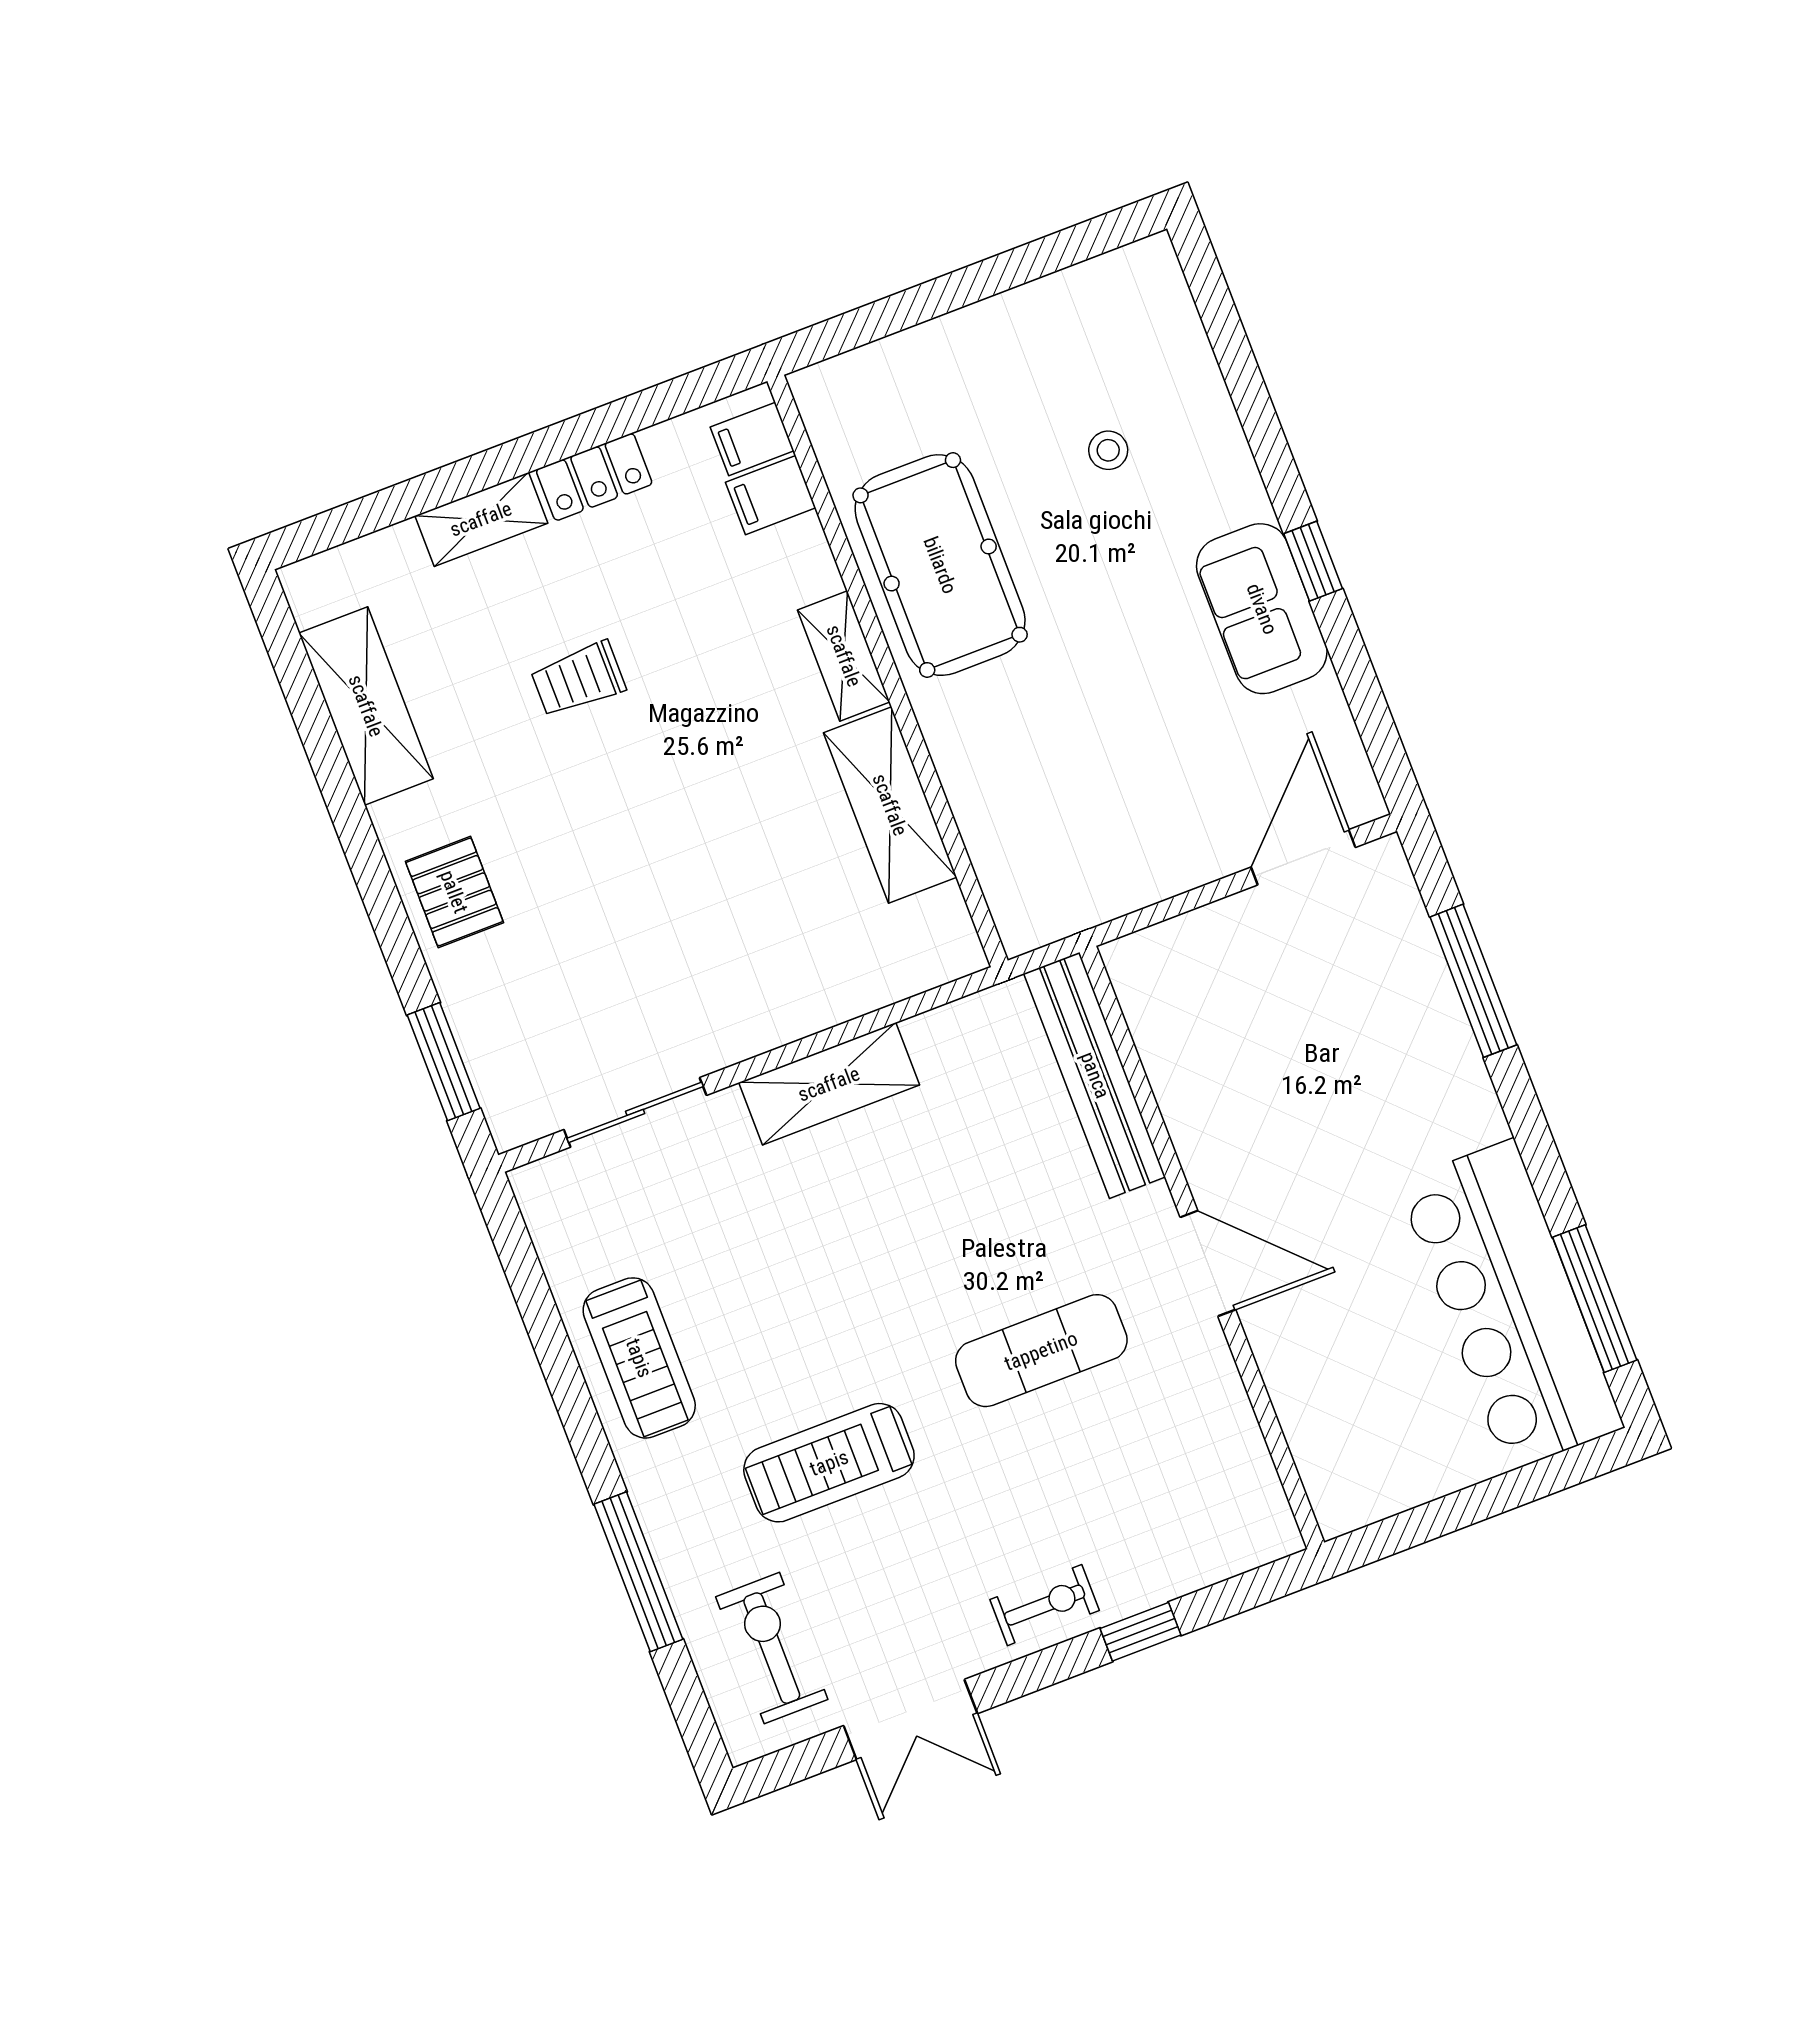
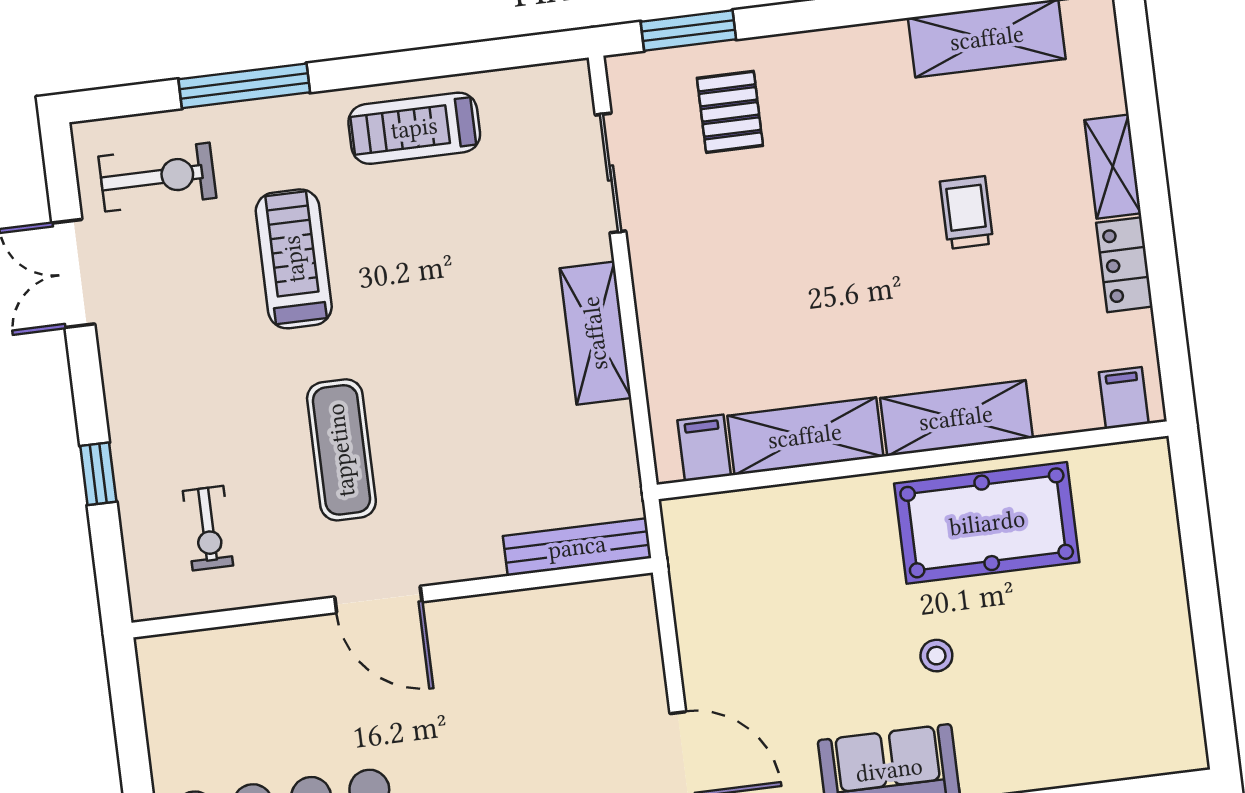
stool: (1108, 450) -> (936, 656), moved
filing cabinet: (771, 495) -> (704, 448), moved
shelving: (844, 656) -> (956, 418), width x1.50, depth x1.33
pallet: (454, 892) -> (730, 112), moved, turned 90
bench: (1095, 1075) -> (577, 547), width x0.73, depth x0.82
door: (1208, 1263) -> (378, 599), hinge flipped
exercise bike: (1045, 1605) -> (208, 528), moved

